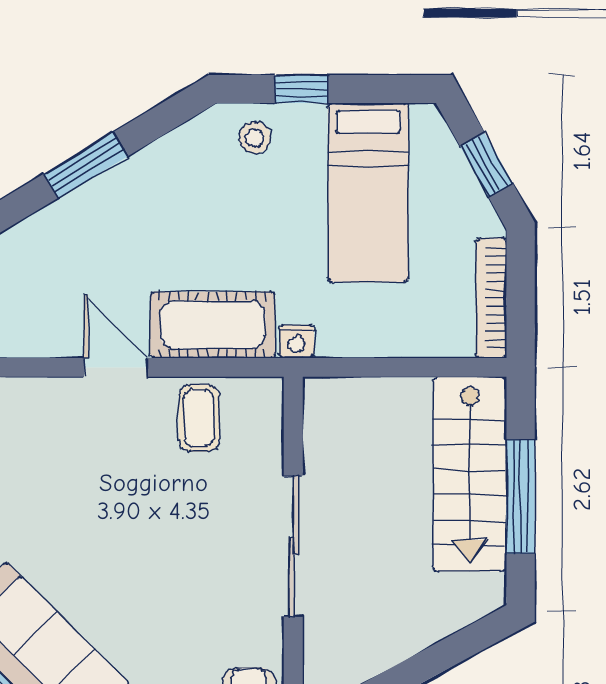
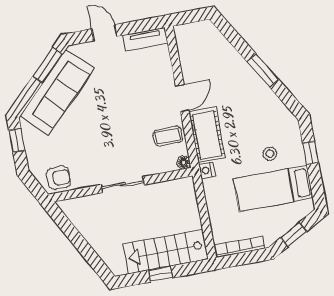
stool: (255, 138) -> (270, 154), moved
floor lamp: (268, 392) -> (184, 163), added
window: (521, 497) -> (160, 274), width x0.46
sliding door: (293, 546) -> (123, 185), width x0.73

